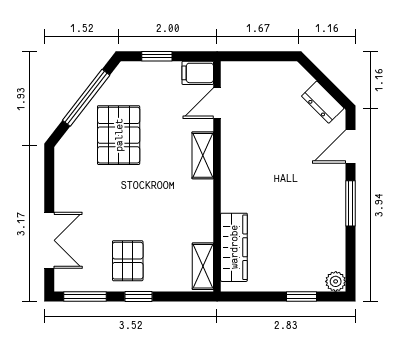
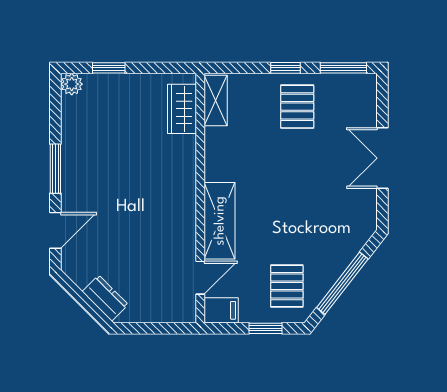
dresser: (323, 102) -> (105, 298), moved
pallet: (119, 135) -> (287, 286), moved, width x0.67, depth x0.71
shelving: (203, 155) -> (220, 221), width x1.50, depth x1.33
double door: (49, 240) -> (382, 158), moved
wardrobe: (234, 247) -> (182, 109), width x0.67

